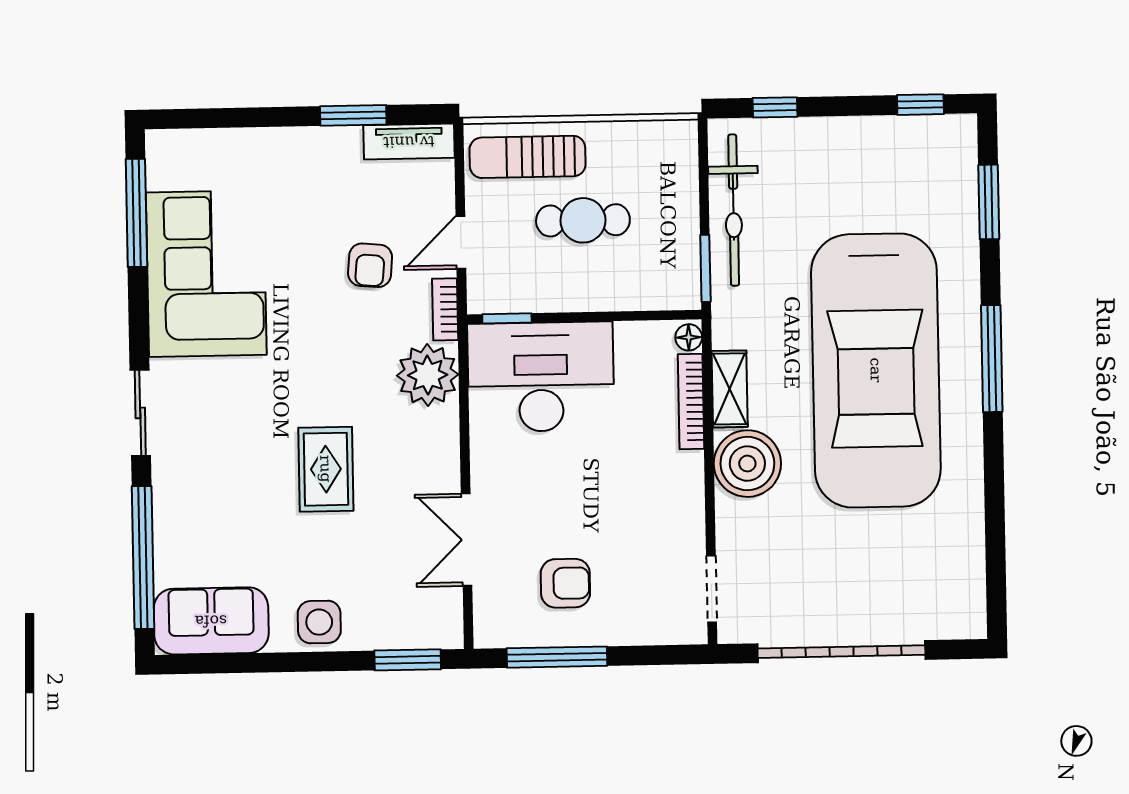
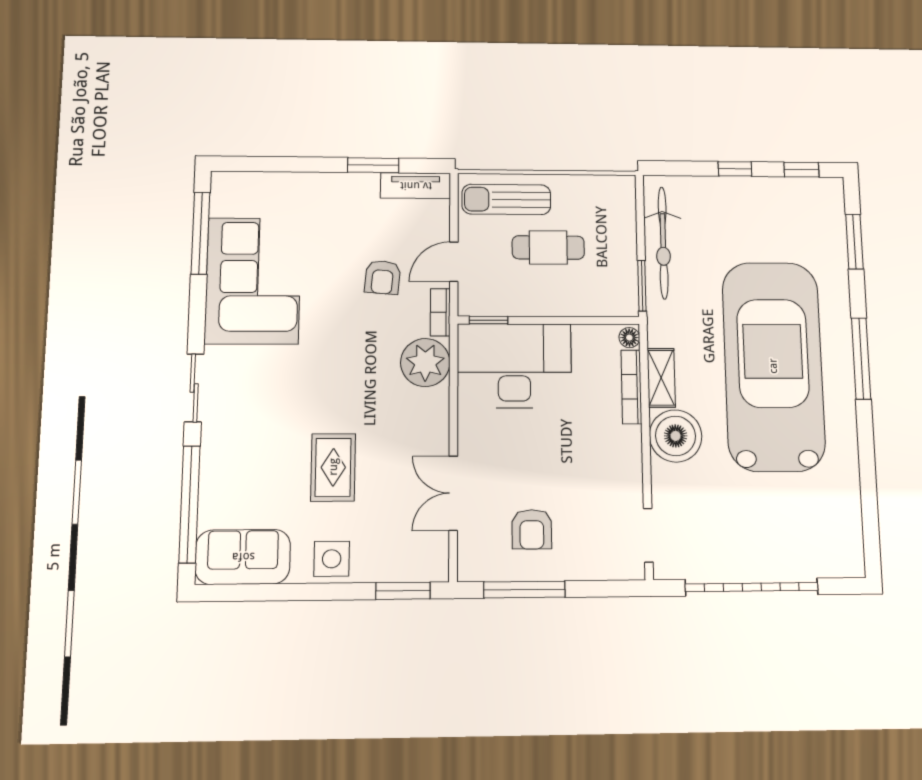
window: (775, 107) -> (735, 169), moved
car: (876, 370) -> (773, 366), turned 180
rug: (326, 469) -> (333, 467), moved
armchair: (565, 583) -> (532, 529), turned 90

